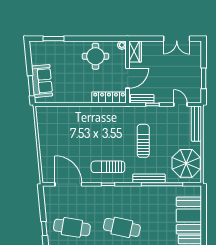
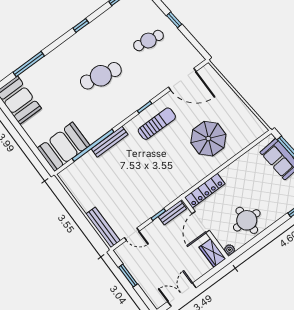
sun lounger: (143, 141) -> (142, 173), removed
parasol: (186, 163) -> (208, 139), moved
booth: (189, 216) -> (63, 147), moved, turned 90
cafe table: (72, 227) -> (148, 41), width x0.73, depth x0.74

